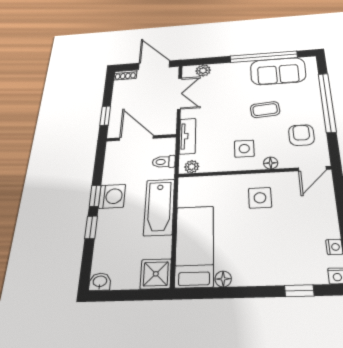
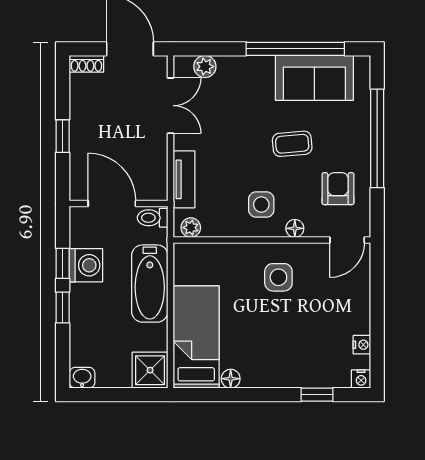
door: (136, 138) -> (112, 204), moved
wall: (141, 138) -> (119, 204), moved

